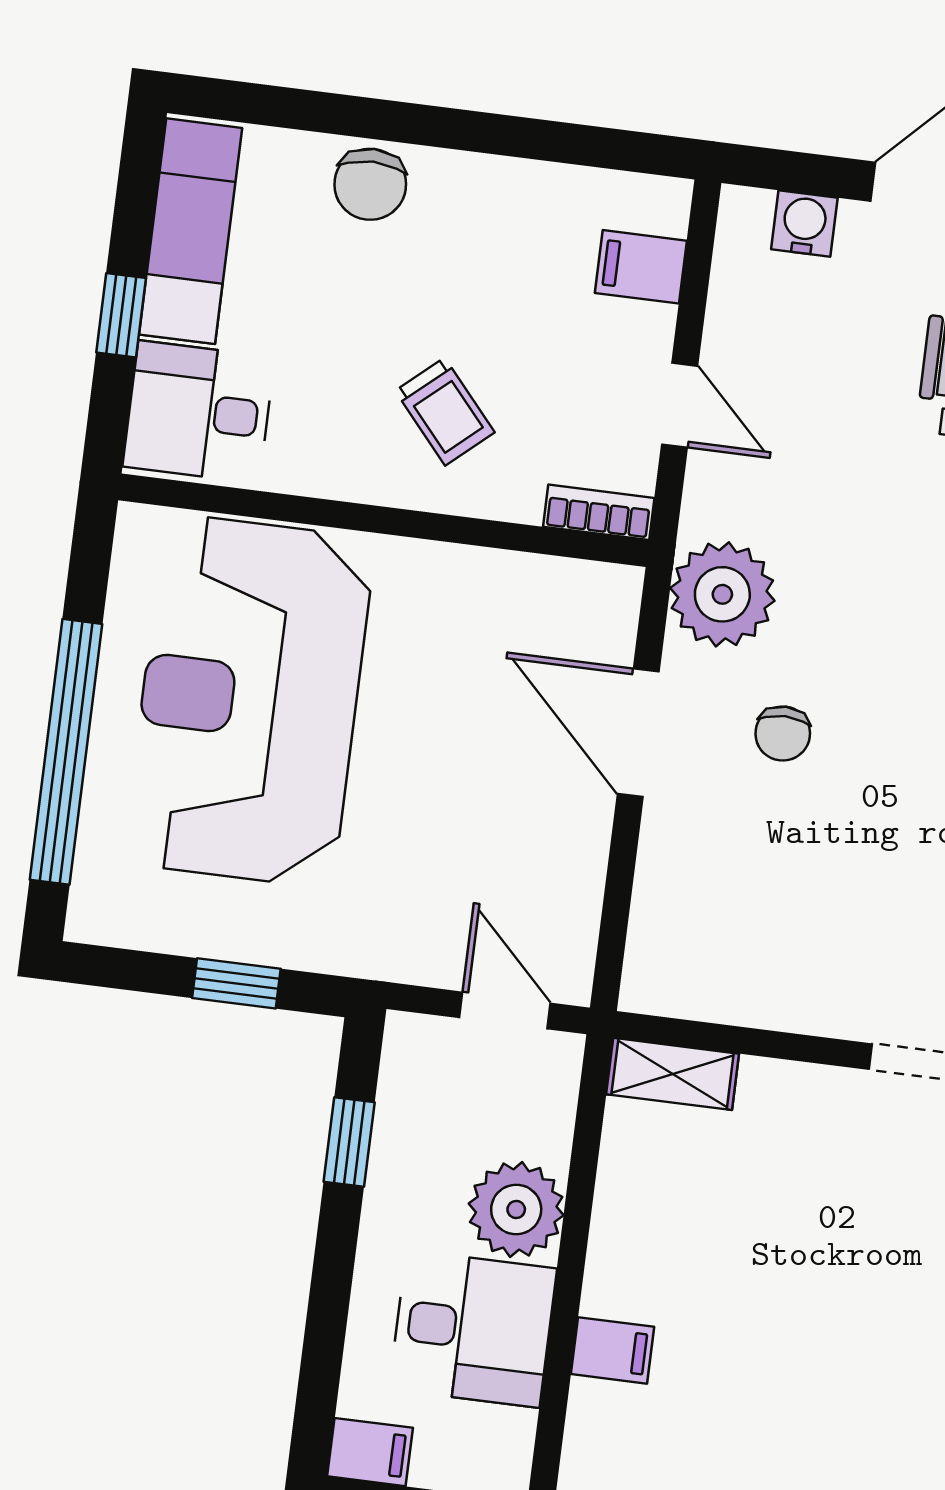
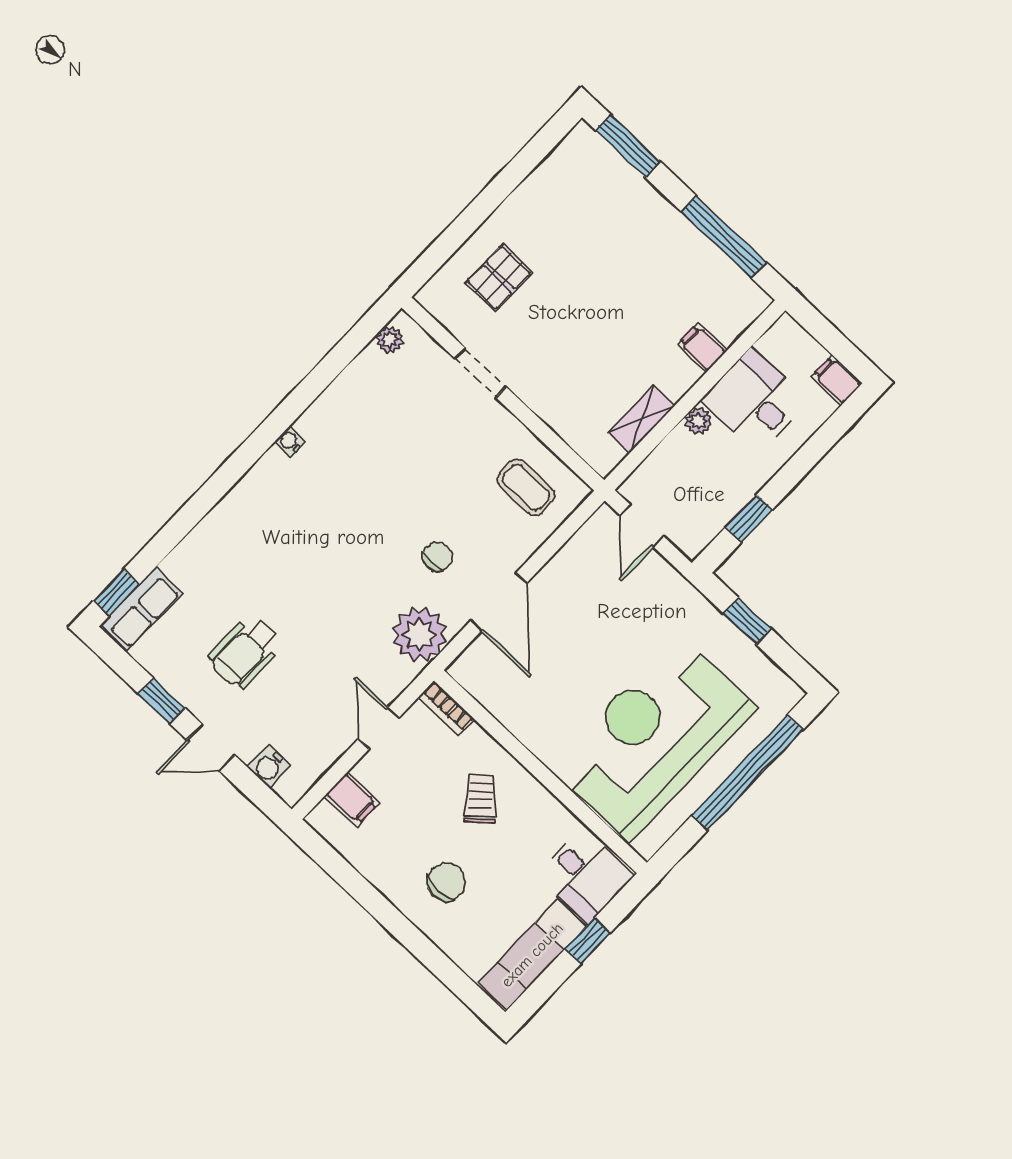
chair: (370, 184) -> (446, 882), moved
reception desk: (249, 701) -> (654, 737), turned 180
coffee table: (725, 939) -> (526, 487), added
shelving: (673, 1074) -> (641, 419), moved, turned 90
plant: (516, 1209) -> (699, 421), width x0.53, depth x0.53

